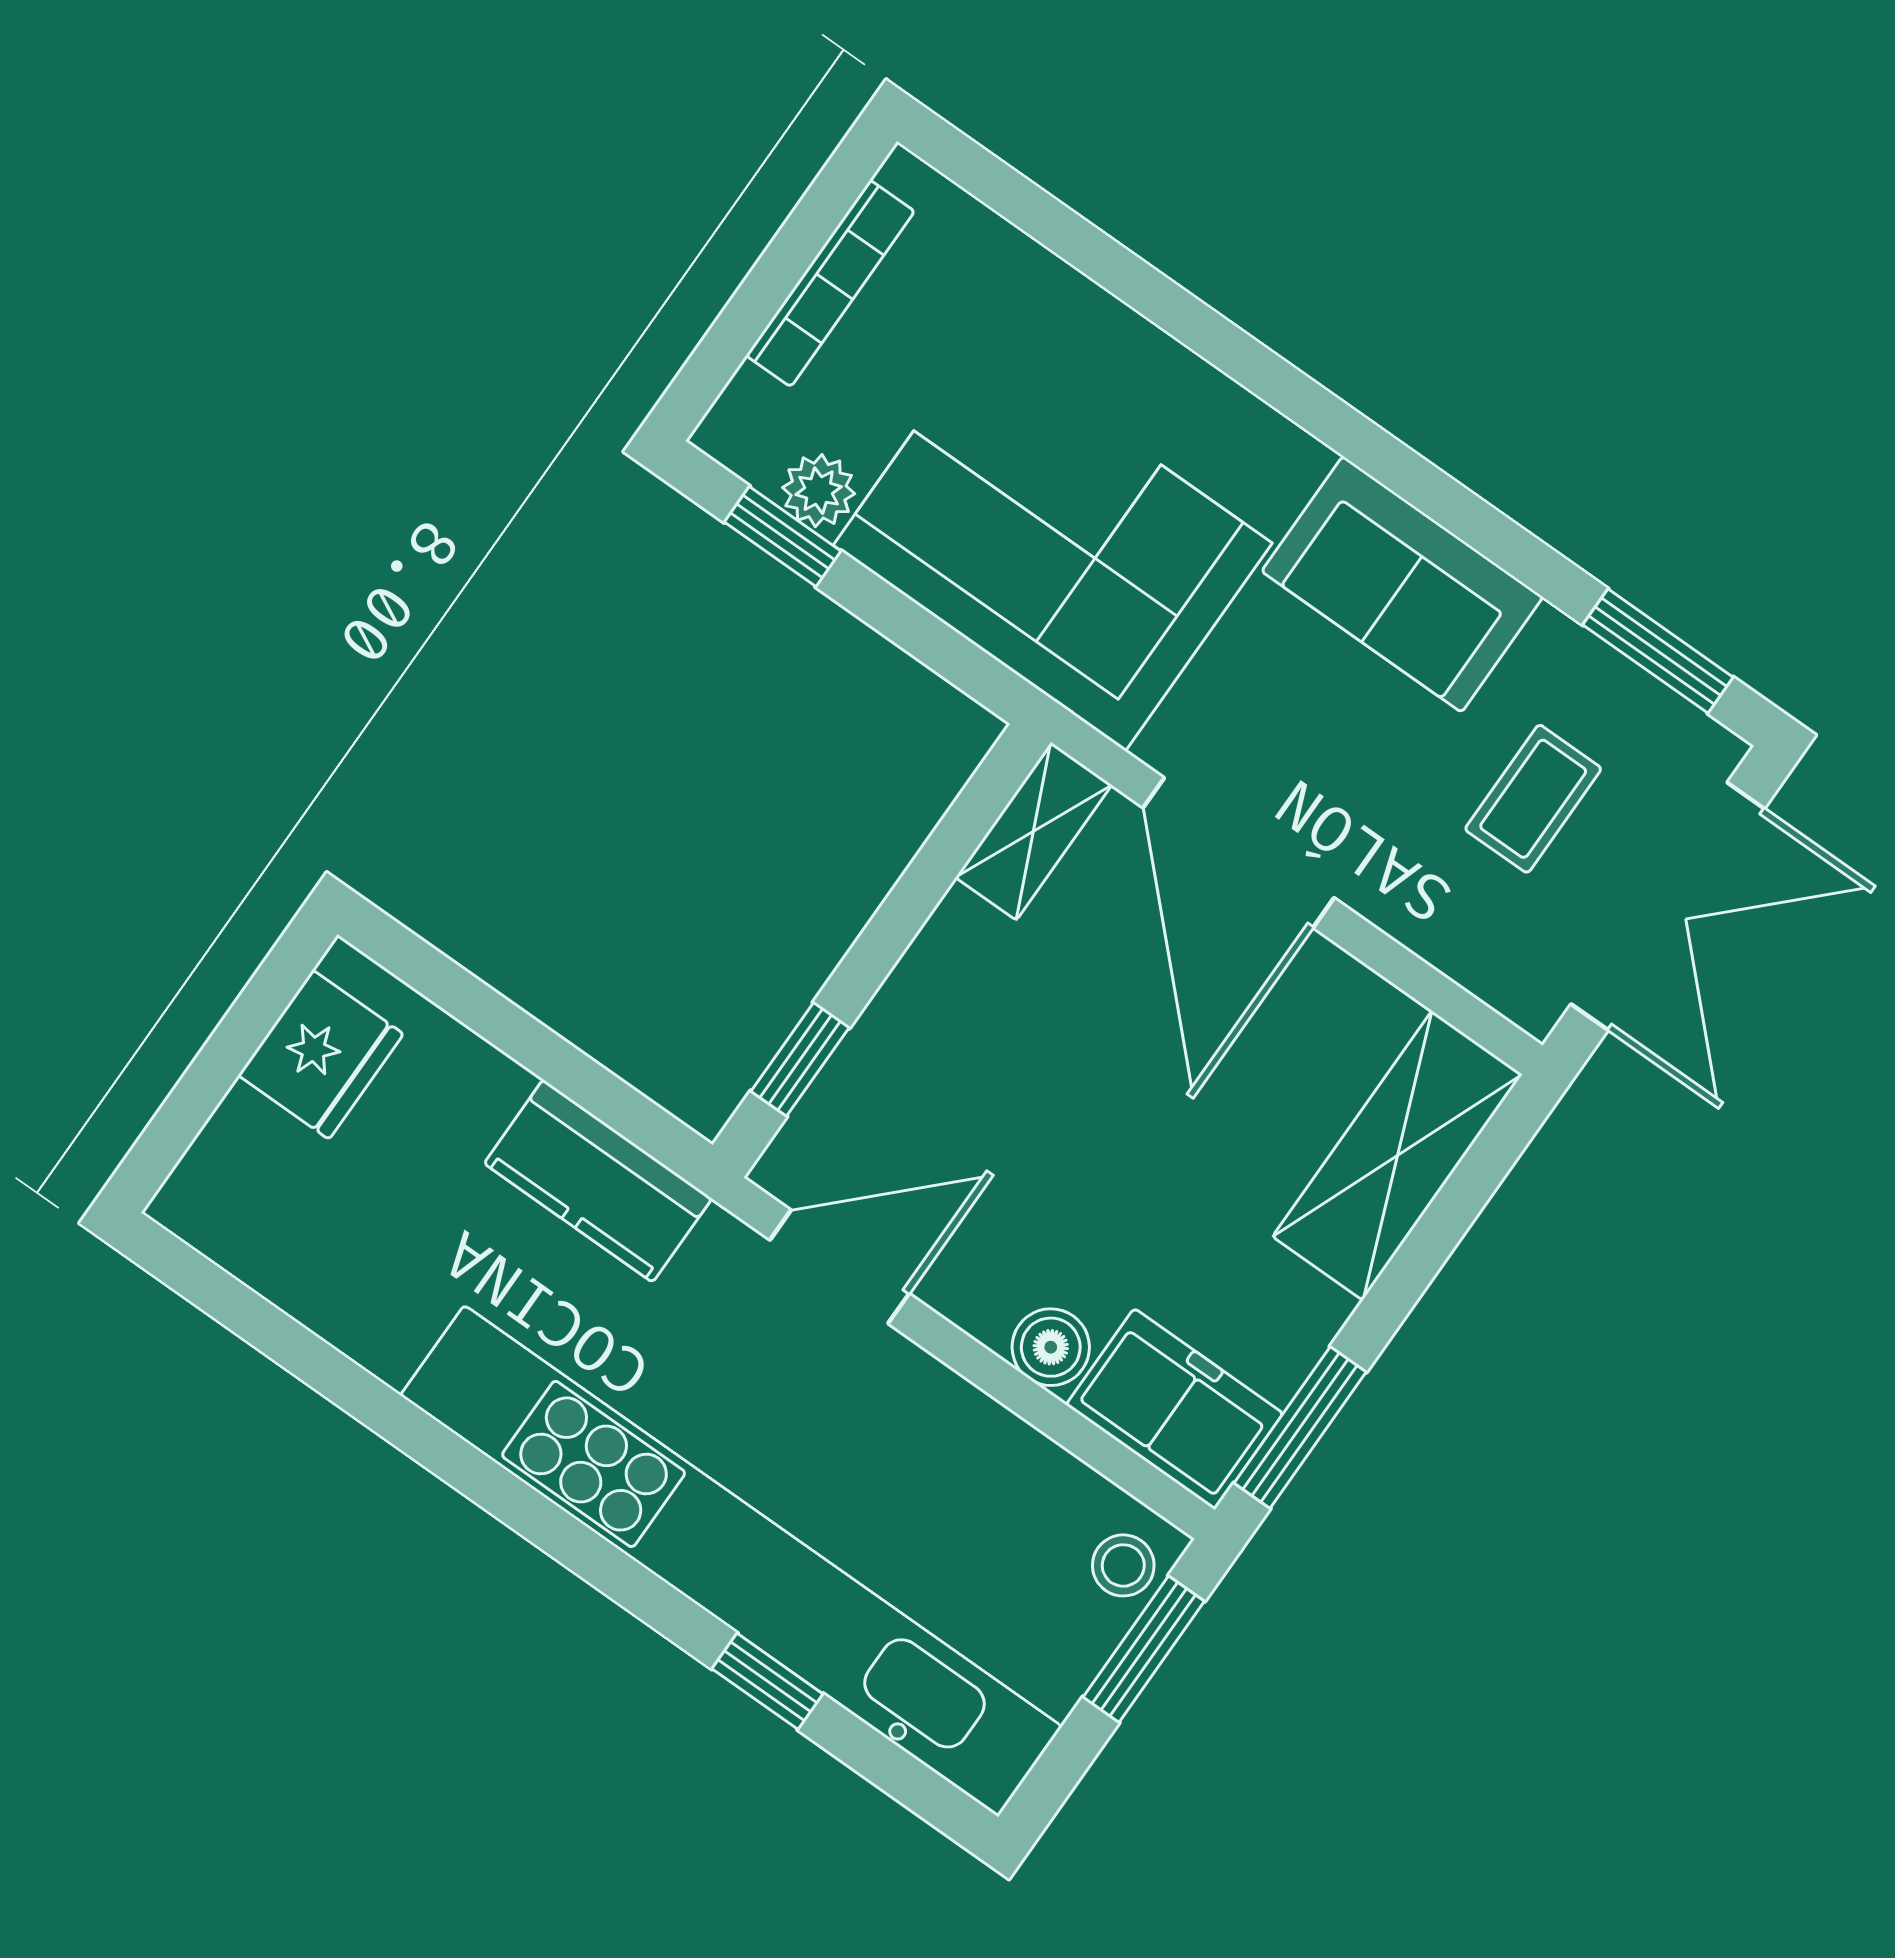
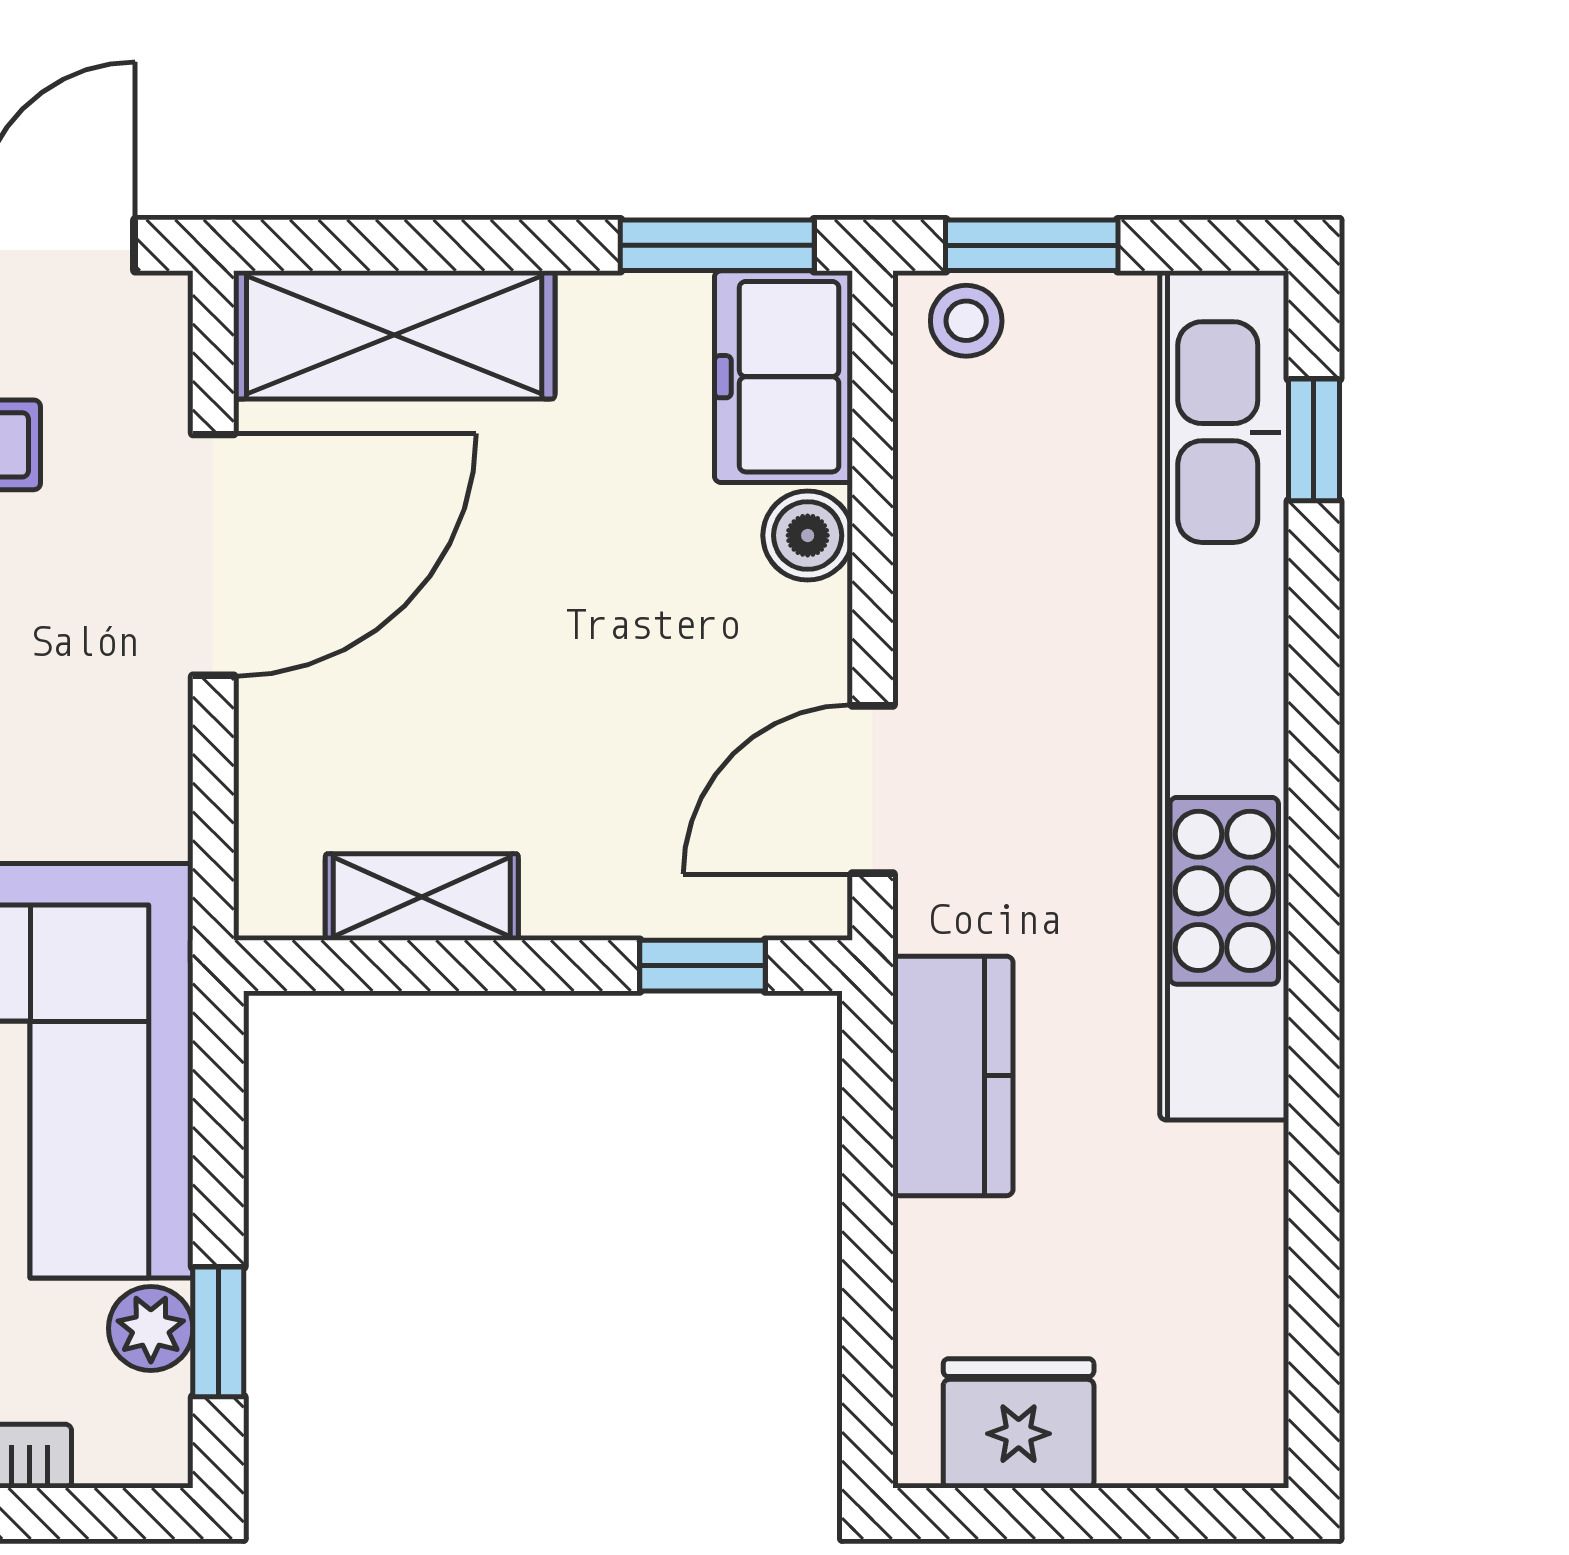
shelving: (1034, 831) -> (422, 897), moved
door: (1239, 853) -> (213, 555), moved
door: (840, 1267) -> (873, 790), hinge flipped
window: (767, 1681) -> (1314, 440), moved

